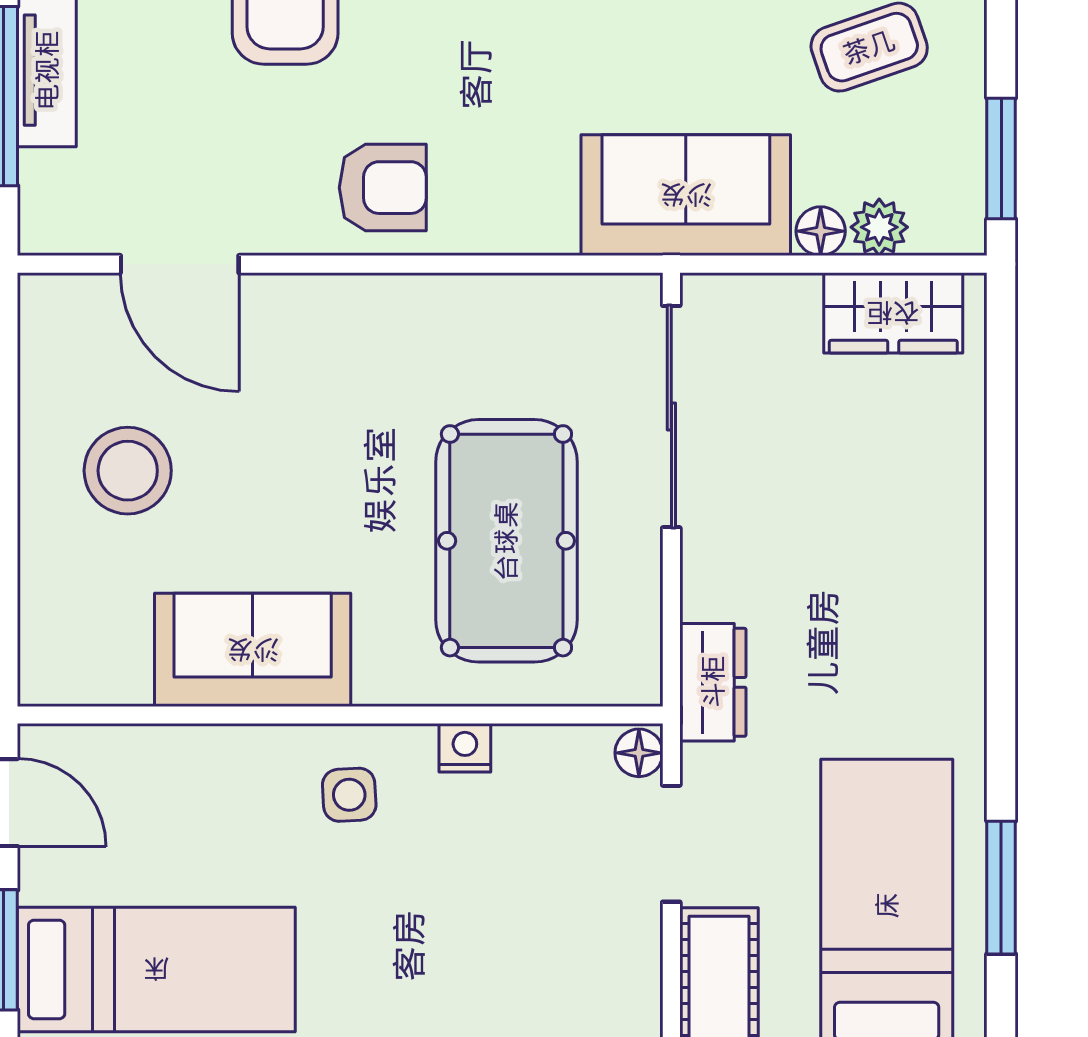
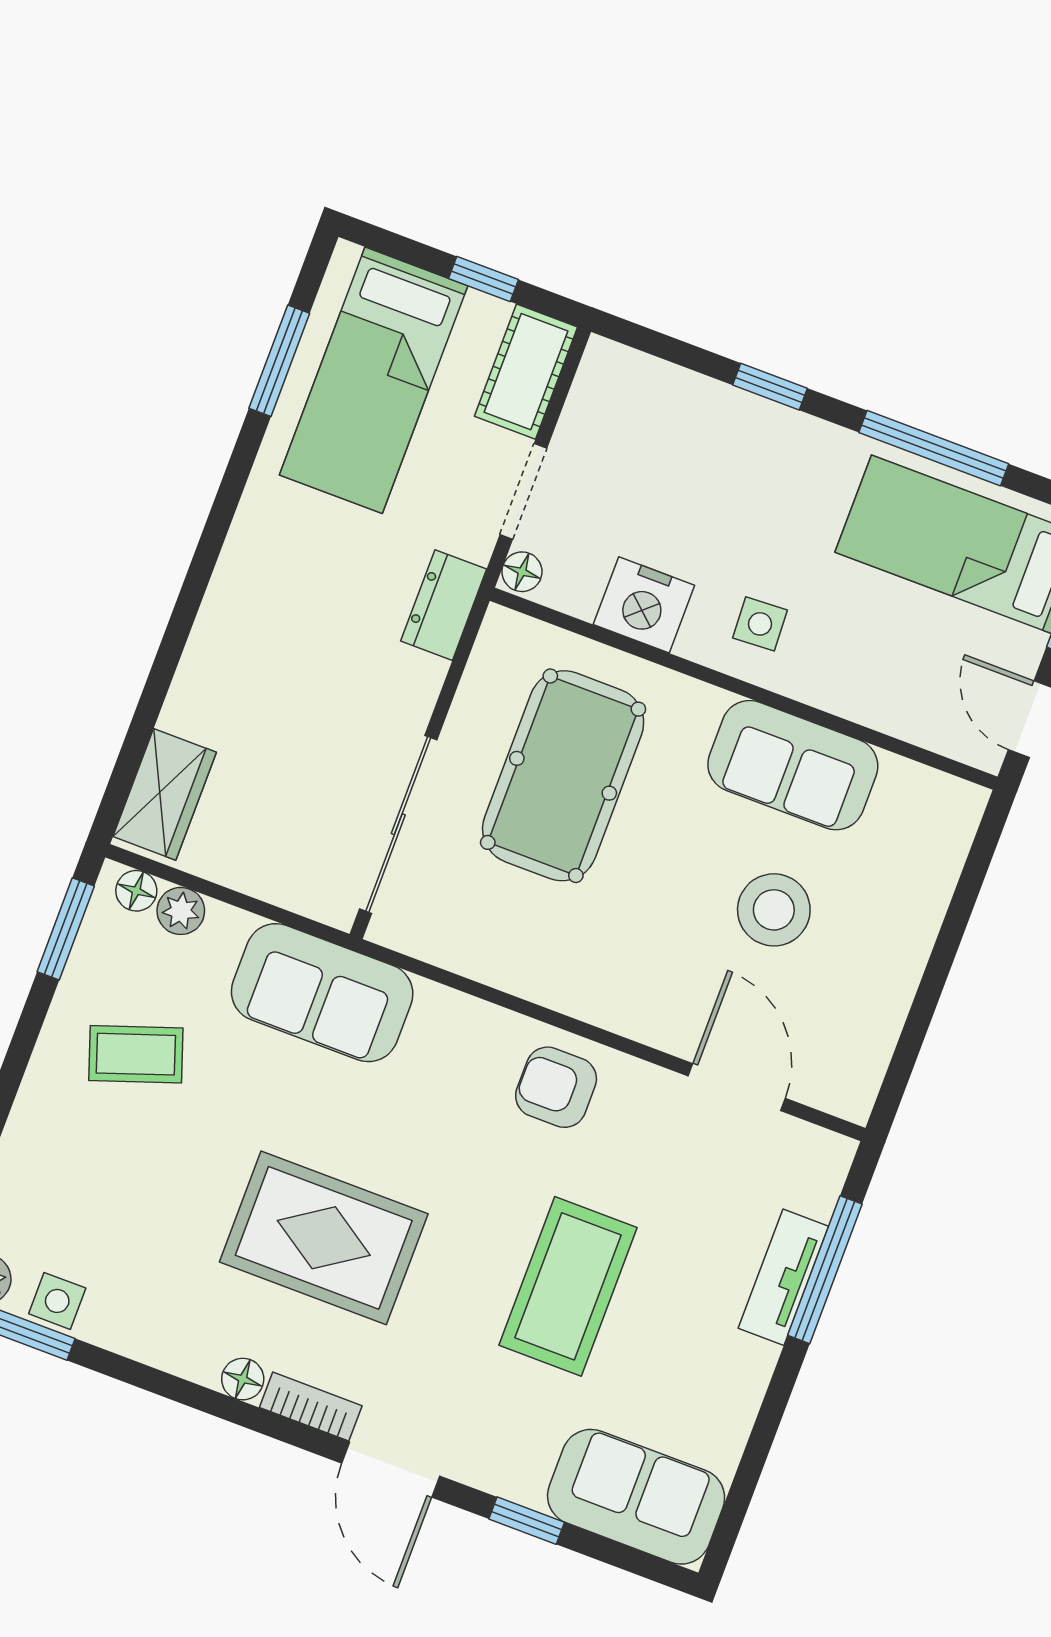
floor lamp: (821, 231) -> (136, 891), moved
wardrobe: (893, 313) -> (165, 794), moved, turned 90
stool: (128, 471) -> (774, 910), moved
nightstand: (465, 748) -> (644, 605), width x1.89, depth x1.79

